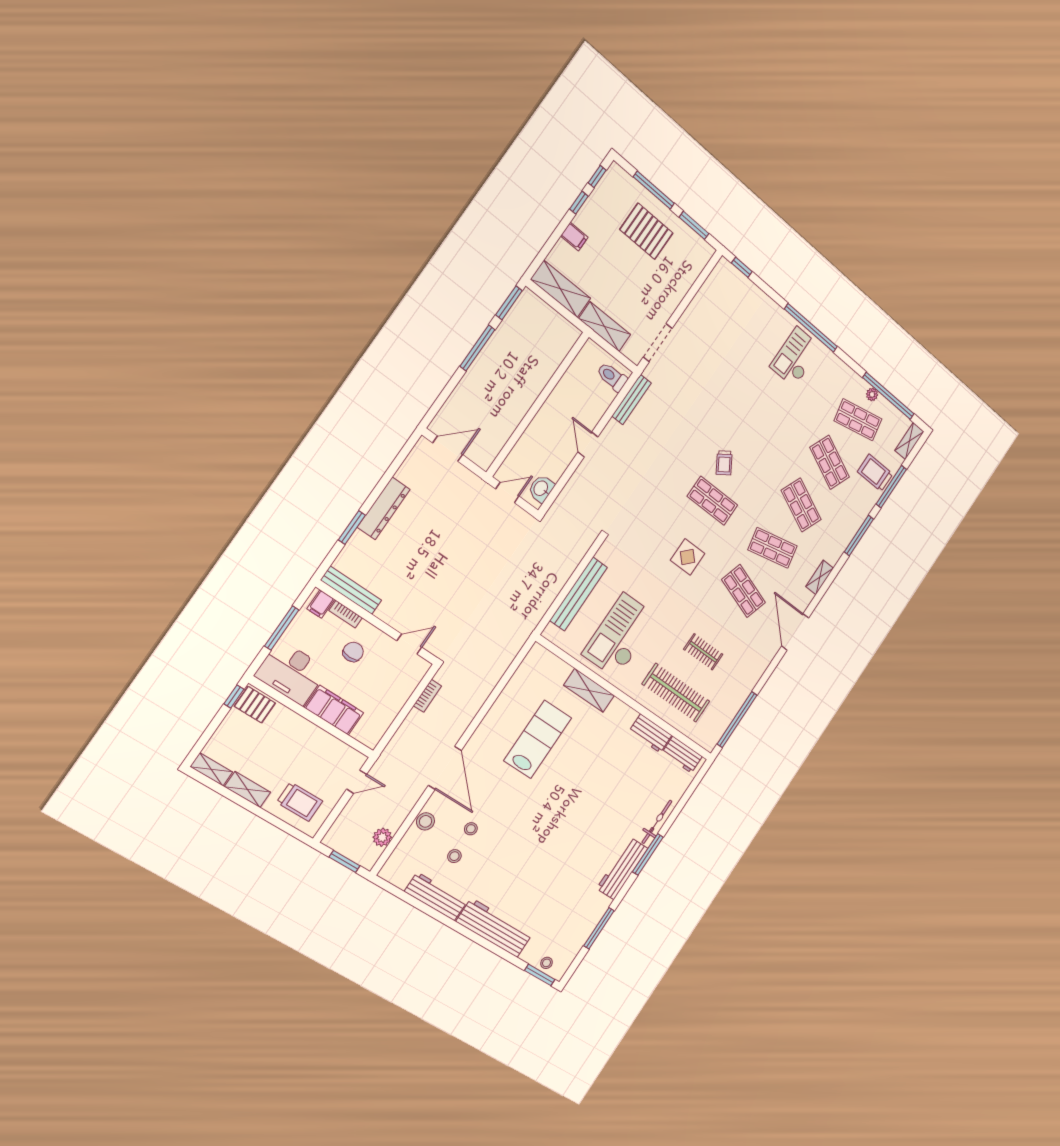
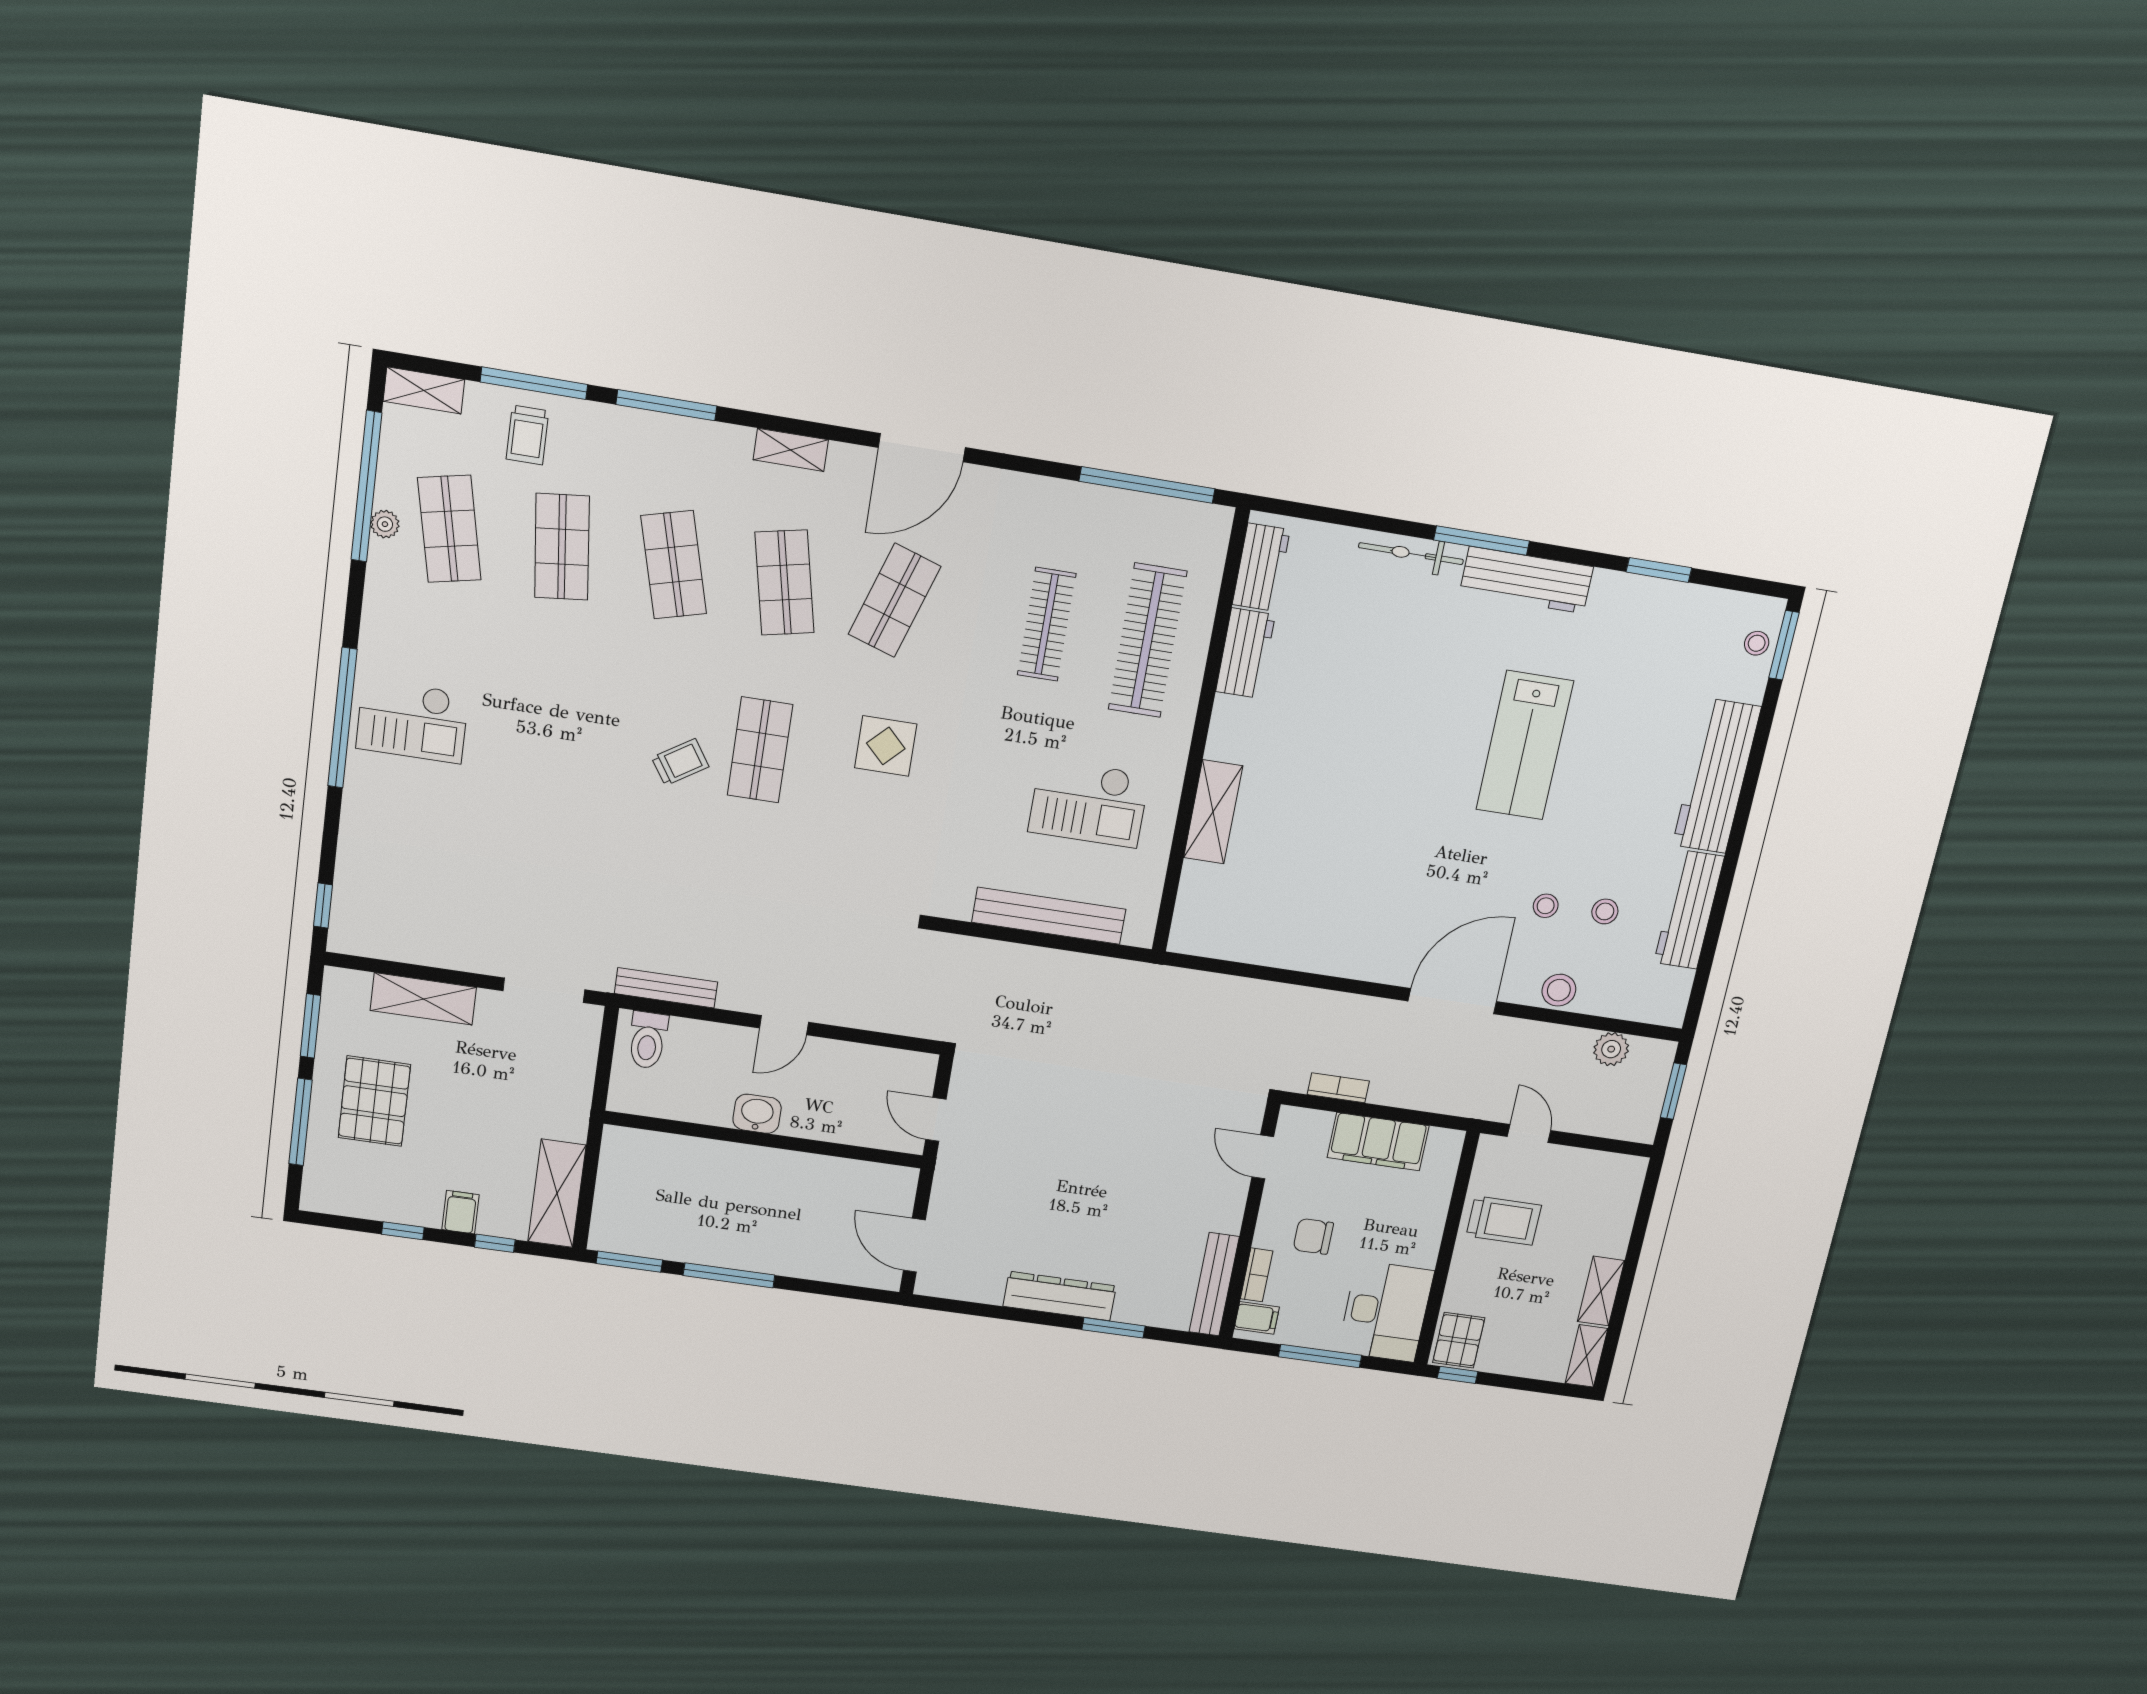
window: (597, 177) -> (495, 1243), moved
shelving: (605, 327) -> (423, 999), moved, turned 90
shop shelf: (830, 462) -> (562, 547), turned -30
trolley: (875, 473) -> (527, 435), width x0.73, depth x0.72
washbasin: (541, 489) -> (757, 1114), moved, turned 180
shop shelf: (801, 505) -> (674, 565), turned -39
checkout: (620, 636) -> (1089, 803), width x0.73, depth x0.83
clothes rail: (703, 652) -> (1047, 624), width x1.36
filing cabinet: (334, 710) -> (1378, 1142), moved, turned -90
lab bench: (538, 739) -> (1525, 745), moved, turned -90
trolley: (300, 802) -> (1504, 1221), moved, turned 90
window: (599, 928) -> (1659, 570), width x0.69

